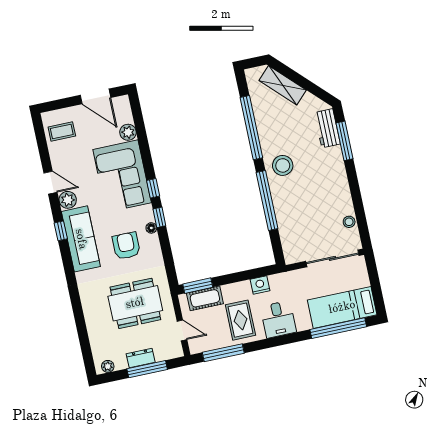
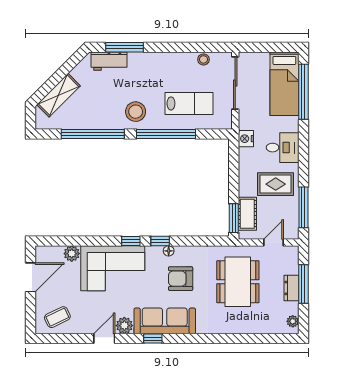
coffee table: (62, 132) -> (57, 317), turned 64
lab bench: (302, 217) -> (189, 103), added
nightstand: (260, 285) -> (246, 139), moved

